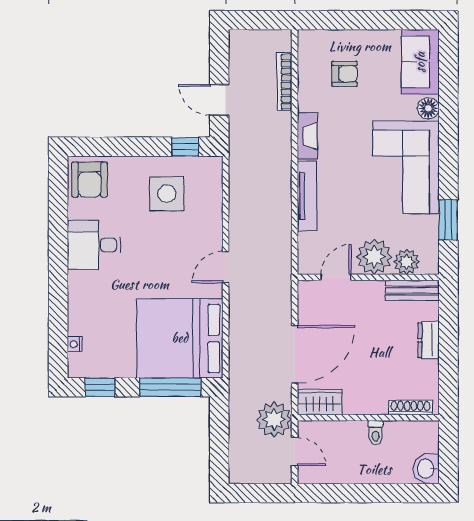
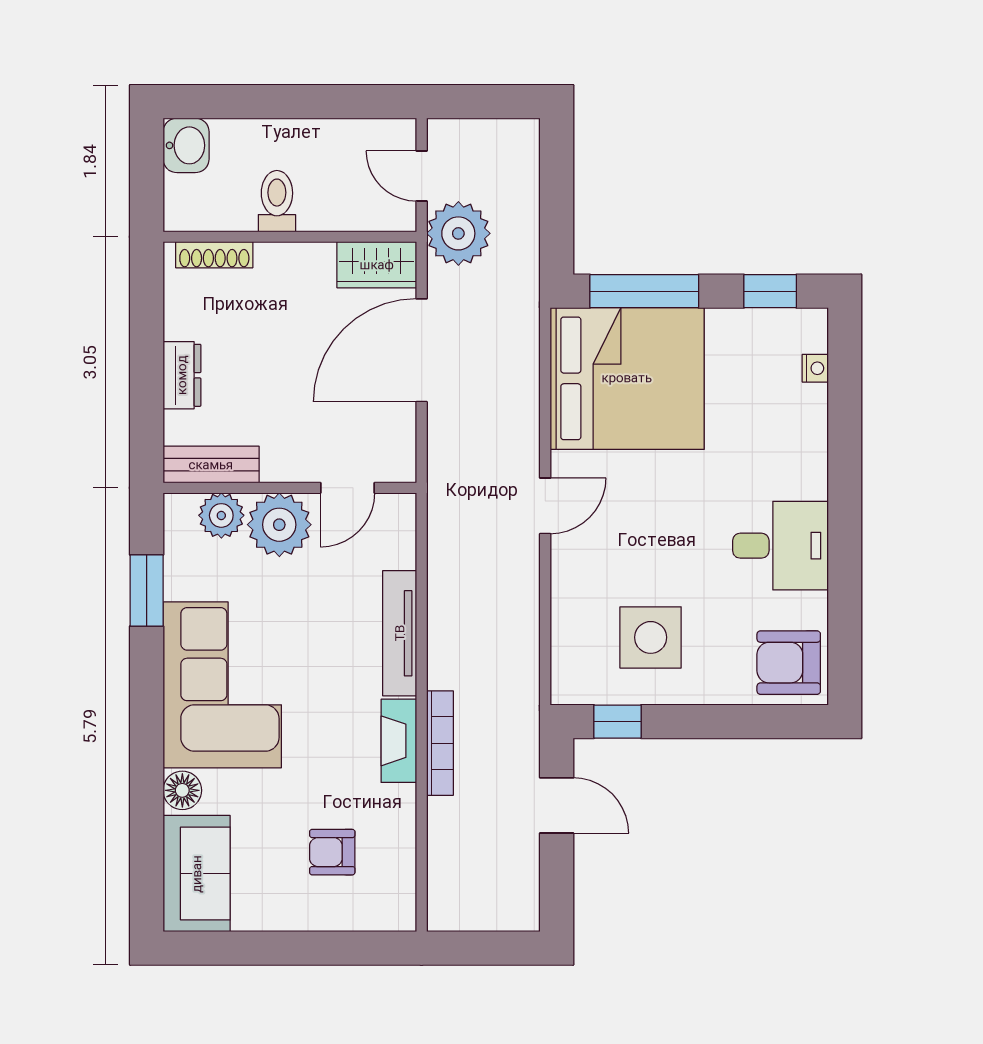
bookcase: (284, 82) -> (440, 743), moved
armchair: (90, 180) -> (789, 663), turned -90
toilet: (375, 433) -> (277, 201), width x1.37, depth x1.39

